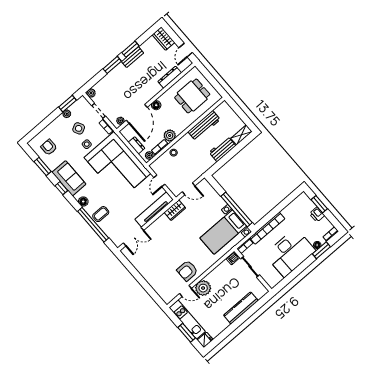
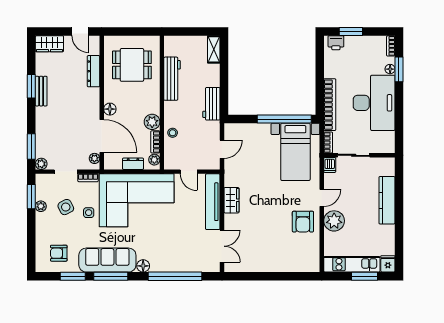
window: (112, 65) -> (31, 147), moved
dining table: (192, 96) -> (132, 65), turned 90
workbench: (222, 149) -> (211, 104), moved
sofa: (69, 178) -> (107, 260), width x1.36
window: (61, 188) -> (111, 276), width x2.17
wardrobe: (175, 210) -> (231, 200), moved
coffee table: (101, 214) -> (171, 259), removed
printer: (317, 215) -> (336, 43), moved
door: (186, 291) -> (322, 198), moved

